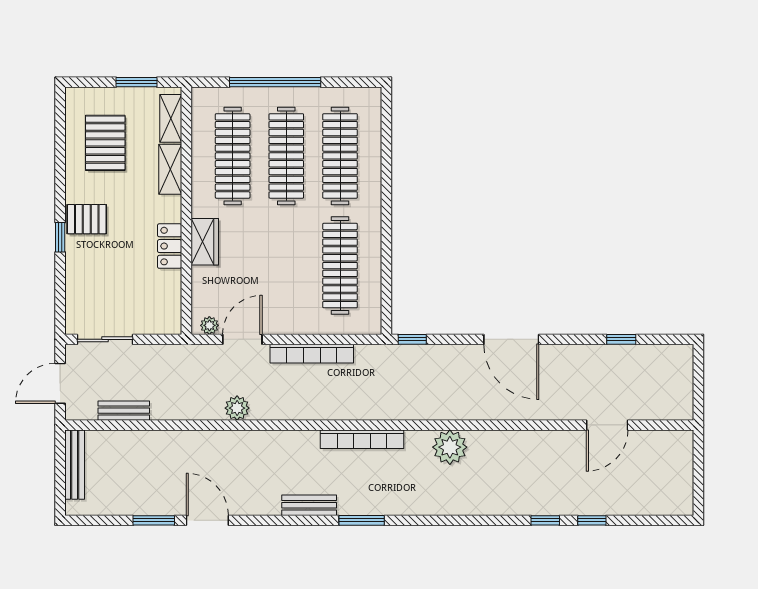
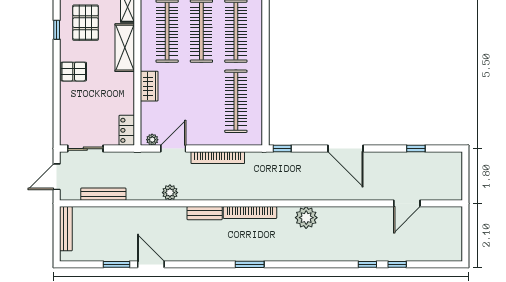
shelving: (170, 169) -> (125, 48), width x1.50, depth x1.33
window: (60, 237) -> (57, 30), moved
locker: (170, 246) -> (127, 130), moved
bench: (124, 411) -> (103, 194), width x1.36
bench: (309, 505) -> (205, 213), moved

